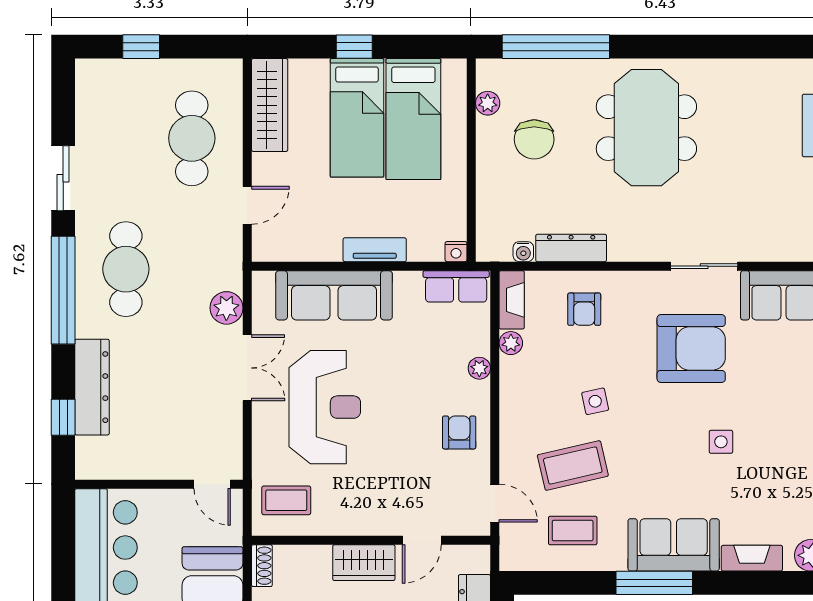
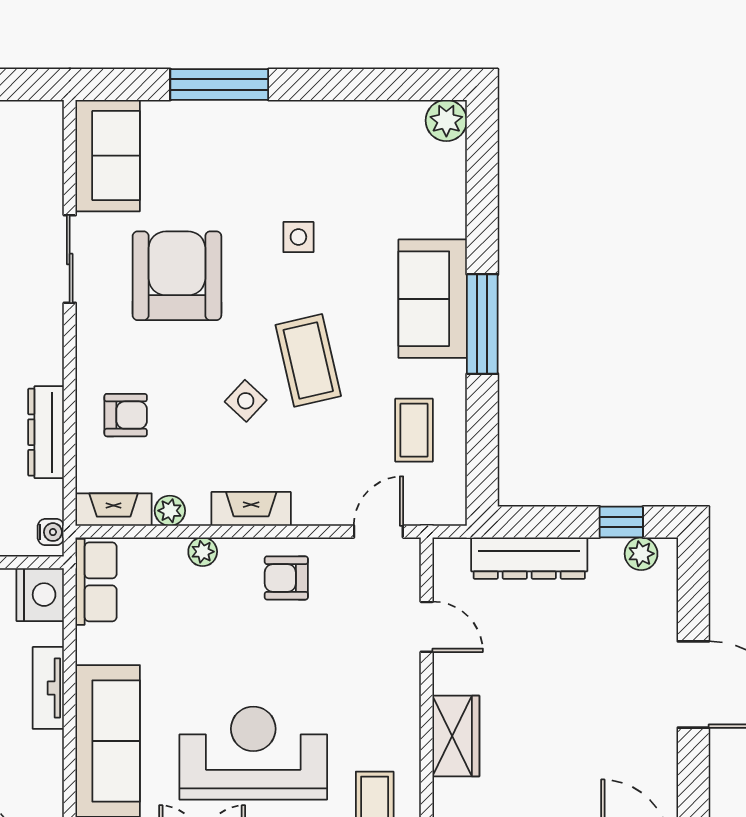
nightstand: (456, 252) -> (40, 595), width x1.89, depth x1.79
water cooler: (523, 252) -> (51, 532), moved
side table: (595, 401) -> (246, 401), turned -35
coffee table: (573, 465) -> (308, 360), moved
fireplace: (752, 558) -> (251, 509), moved, turned 90
wardrobe: (364, 563) -> (456, 736), moved

